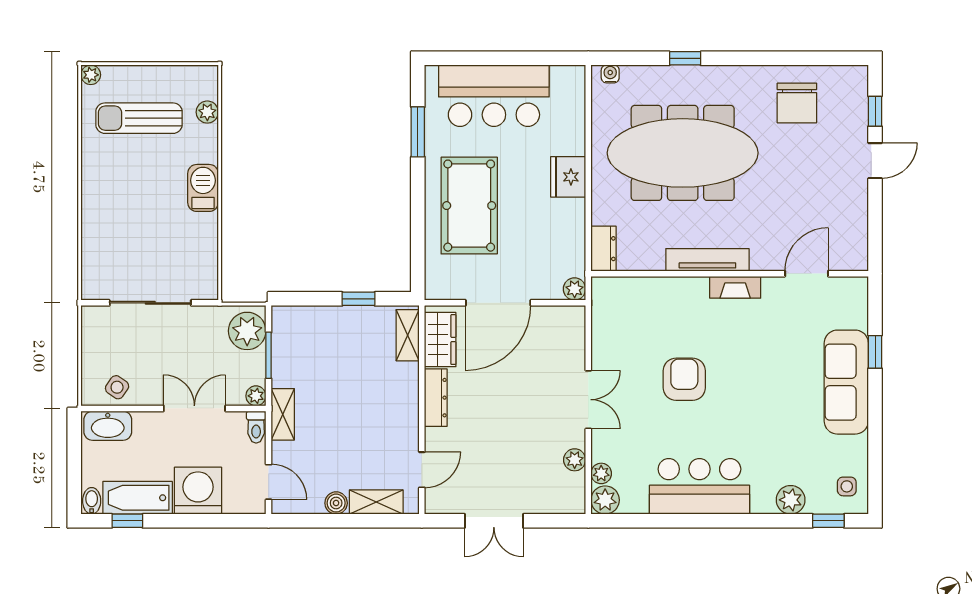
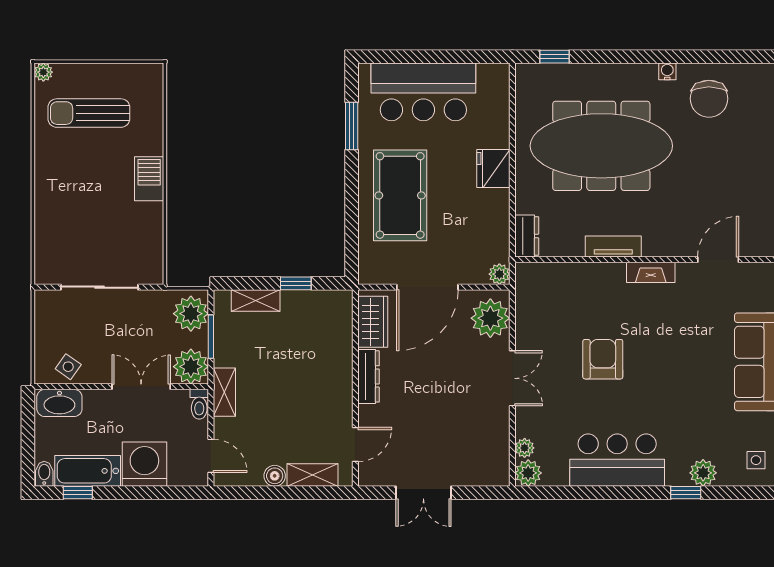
window: (685, 58) -> (554, 57), moved
water cooler: (610, 74) -> (667, 71), moved
plant: (207, 112) -> (153, 107), removed
tv unit: (707, 260) -> (613, 247), width x0.71
shelving: (408, 335) -> (256, 300), moved, turned 90
plant: (256, 396) -> (191, 367), width x1.88, depth x1.88
plant: (575, 460) -> (490, 318), moved, width x1.87, depth x1.87
window: (828, 521) -> (686, 493), moved

